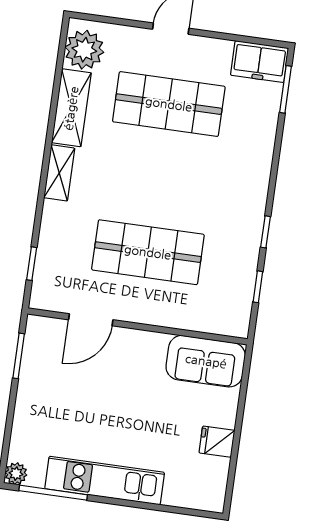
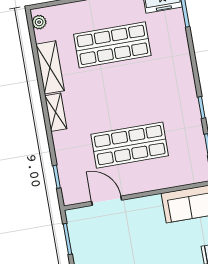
plant: (84, 50) -> (39, 22), width x0.53, depth x0.53
door: (91, 320) -> (107, 201), swing flipped

